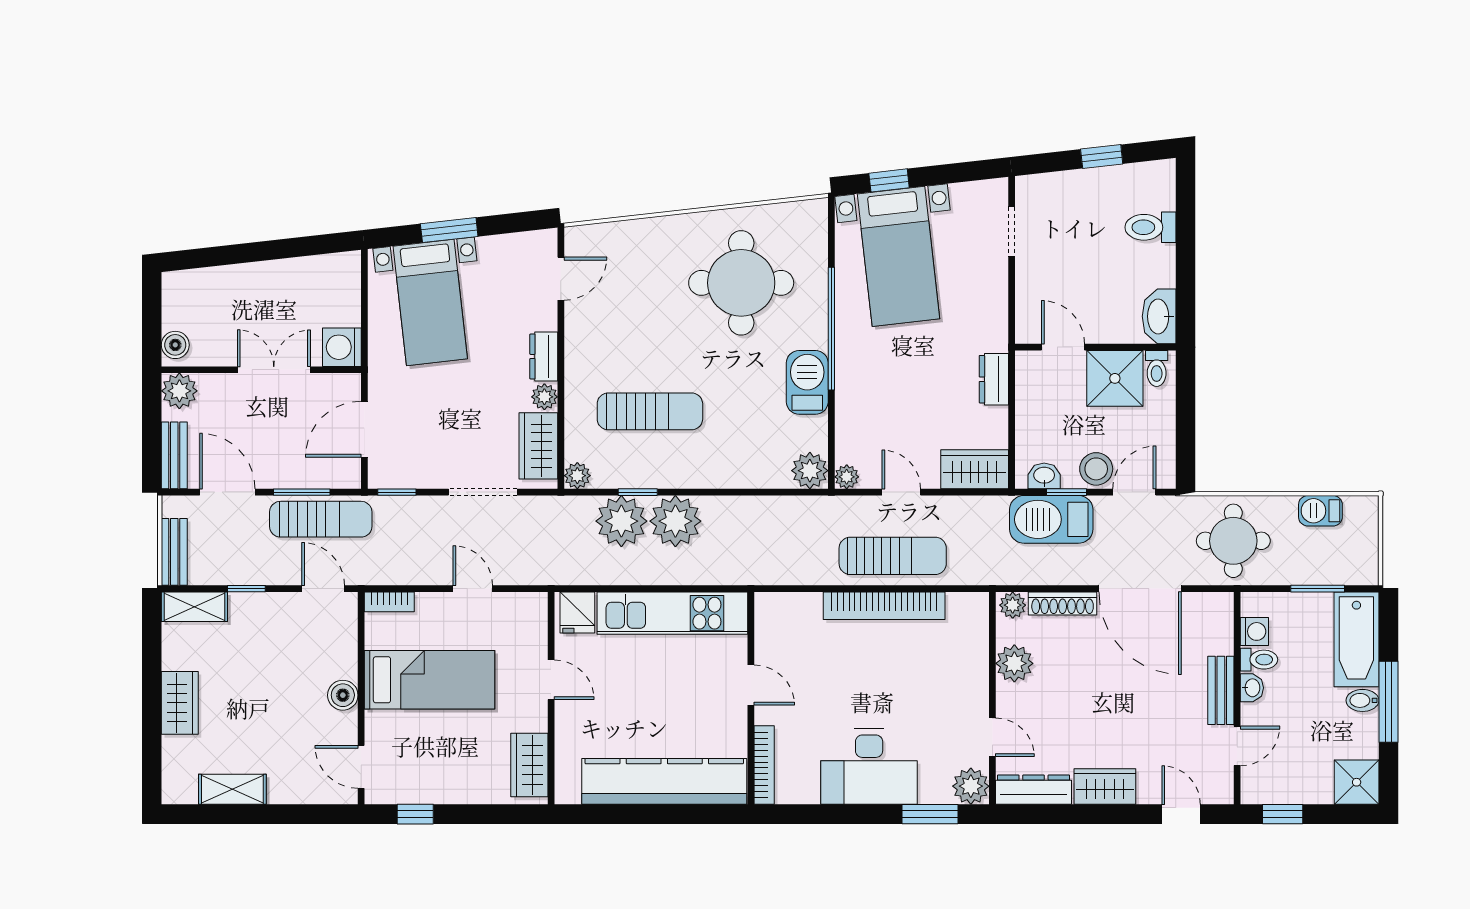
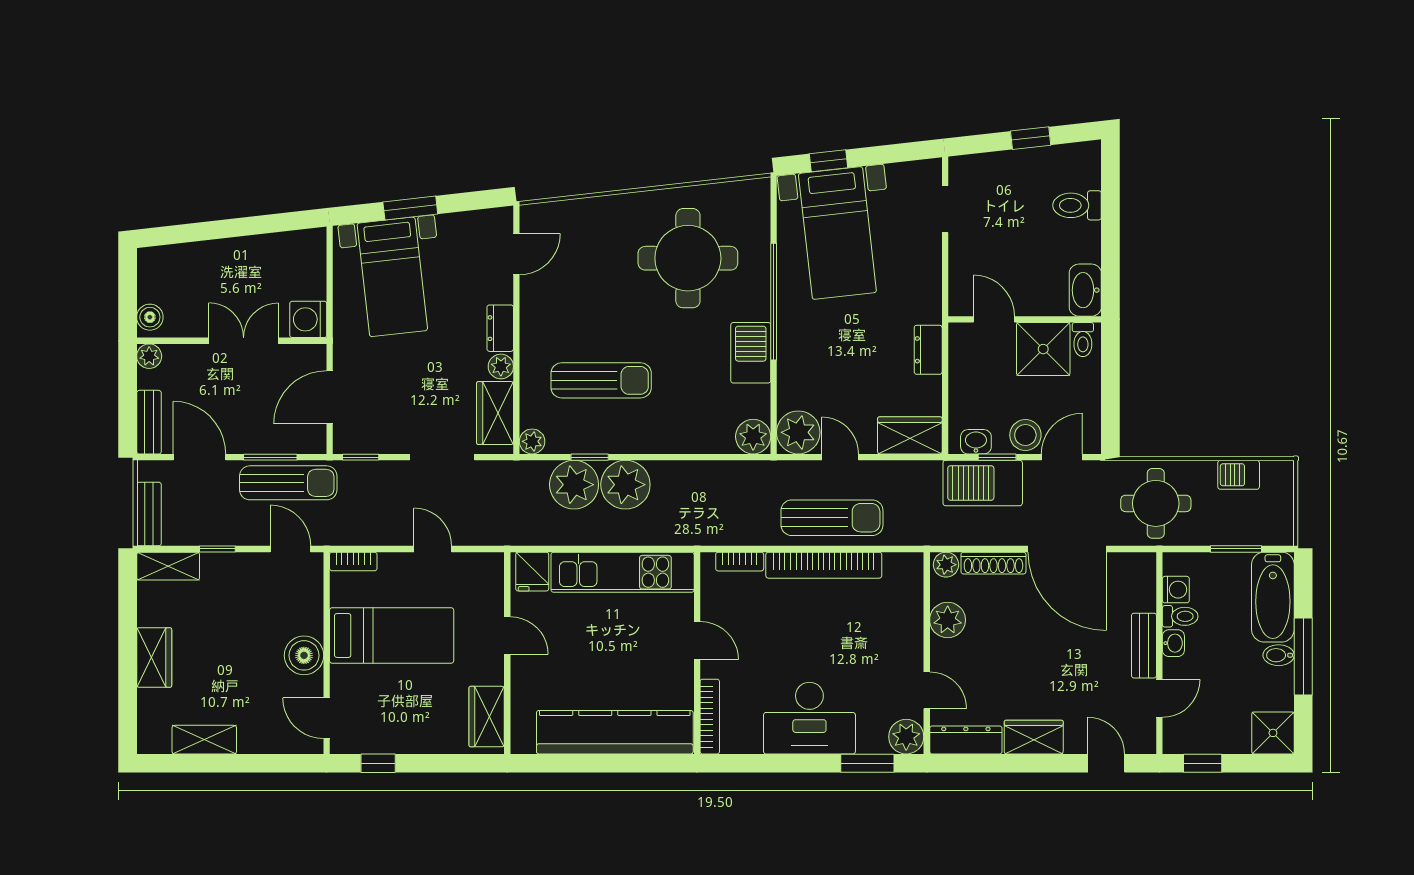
plant: (179, 391) -> (149, 356), width x0.73, depth x0.73
plant: (847, 477) -> (798, 432), width x1.88, depth x1.88
bookcase: (796, 602) -> (740, 562), added
boiler: (343, 695) -> (304, 655), width x1.36, depth x1.36

